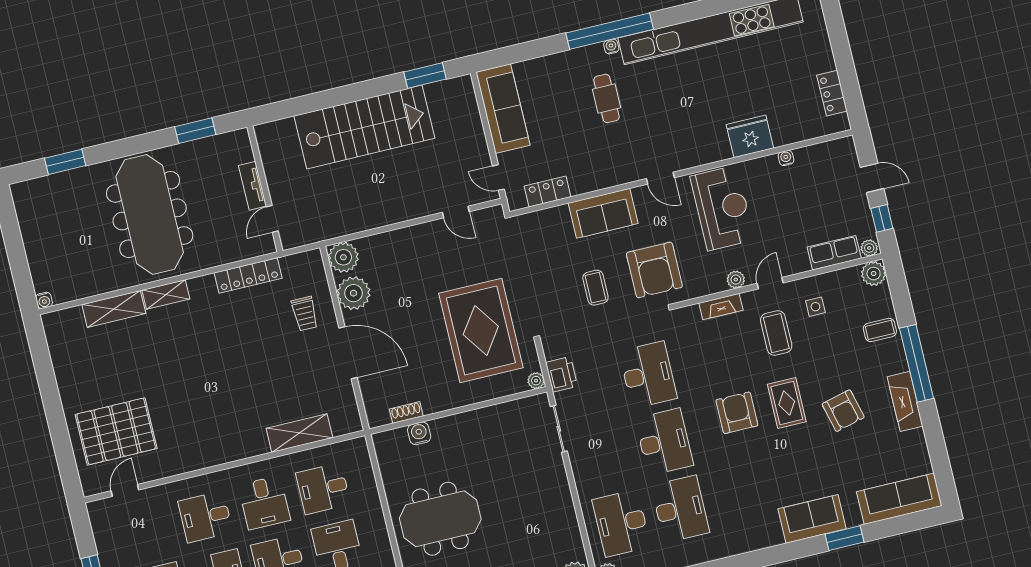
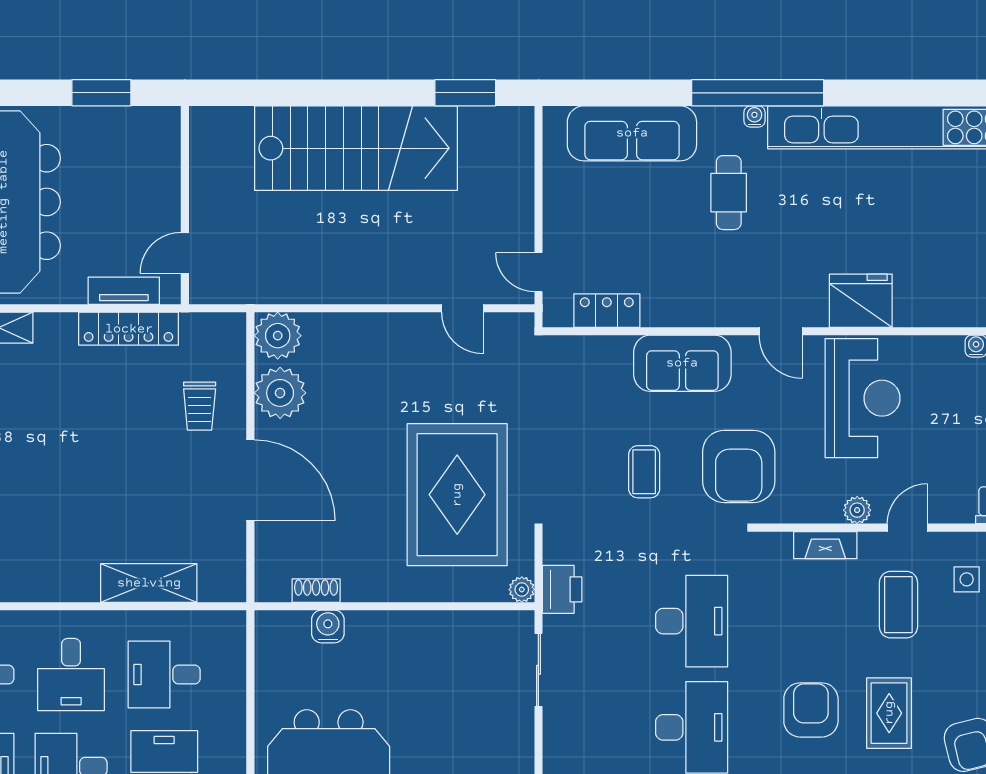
sofa: (503, 109) -> (632, 133), moved, turned 90
fridge: (750, 136) -> (861, 301), moved
tv unit: (252, 186) -> (124, 291), moved, turned 90

